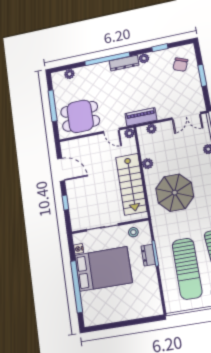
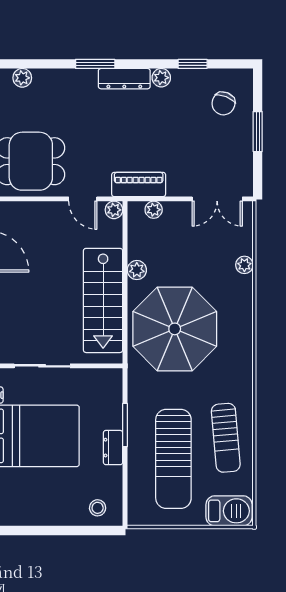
window: (107, 59) -> (95, 64), width x0.47
parasol: (175, 193) -> (175, 329), width x1.36, depth x1.36
stool: (133, 232) -> (98, 508), moved
dresser: (148, 255) -> (113, 448), moved

